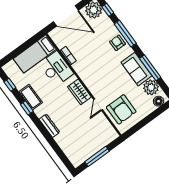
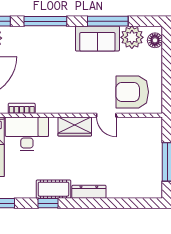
armchair: (117, 43) -> (50, 38), removed
cot: (31, 97) -> (53, 189), moved
armchair: (121, 109) -> (132, 92), turned 180

